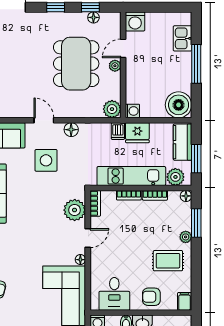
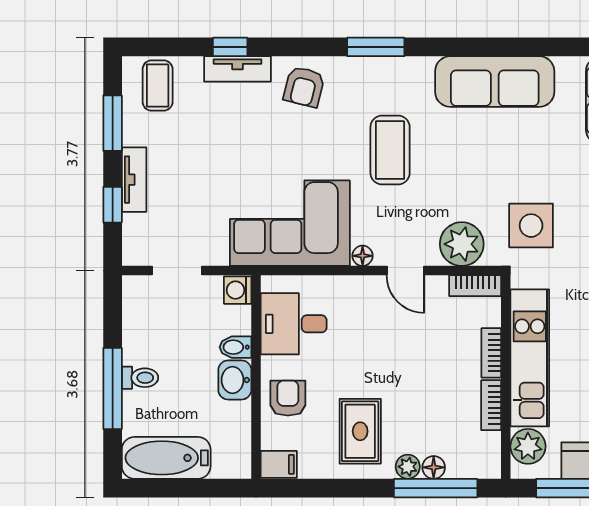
side table: (46, 160) -> (531, 226), moved
floor lamp: (186, 196) -> (434, 467), moved
window: (196, 223) -> (436, 488), width x1.44
coffee table: (28, 246) -> (390, 150), added

